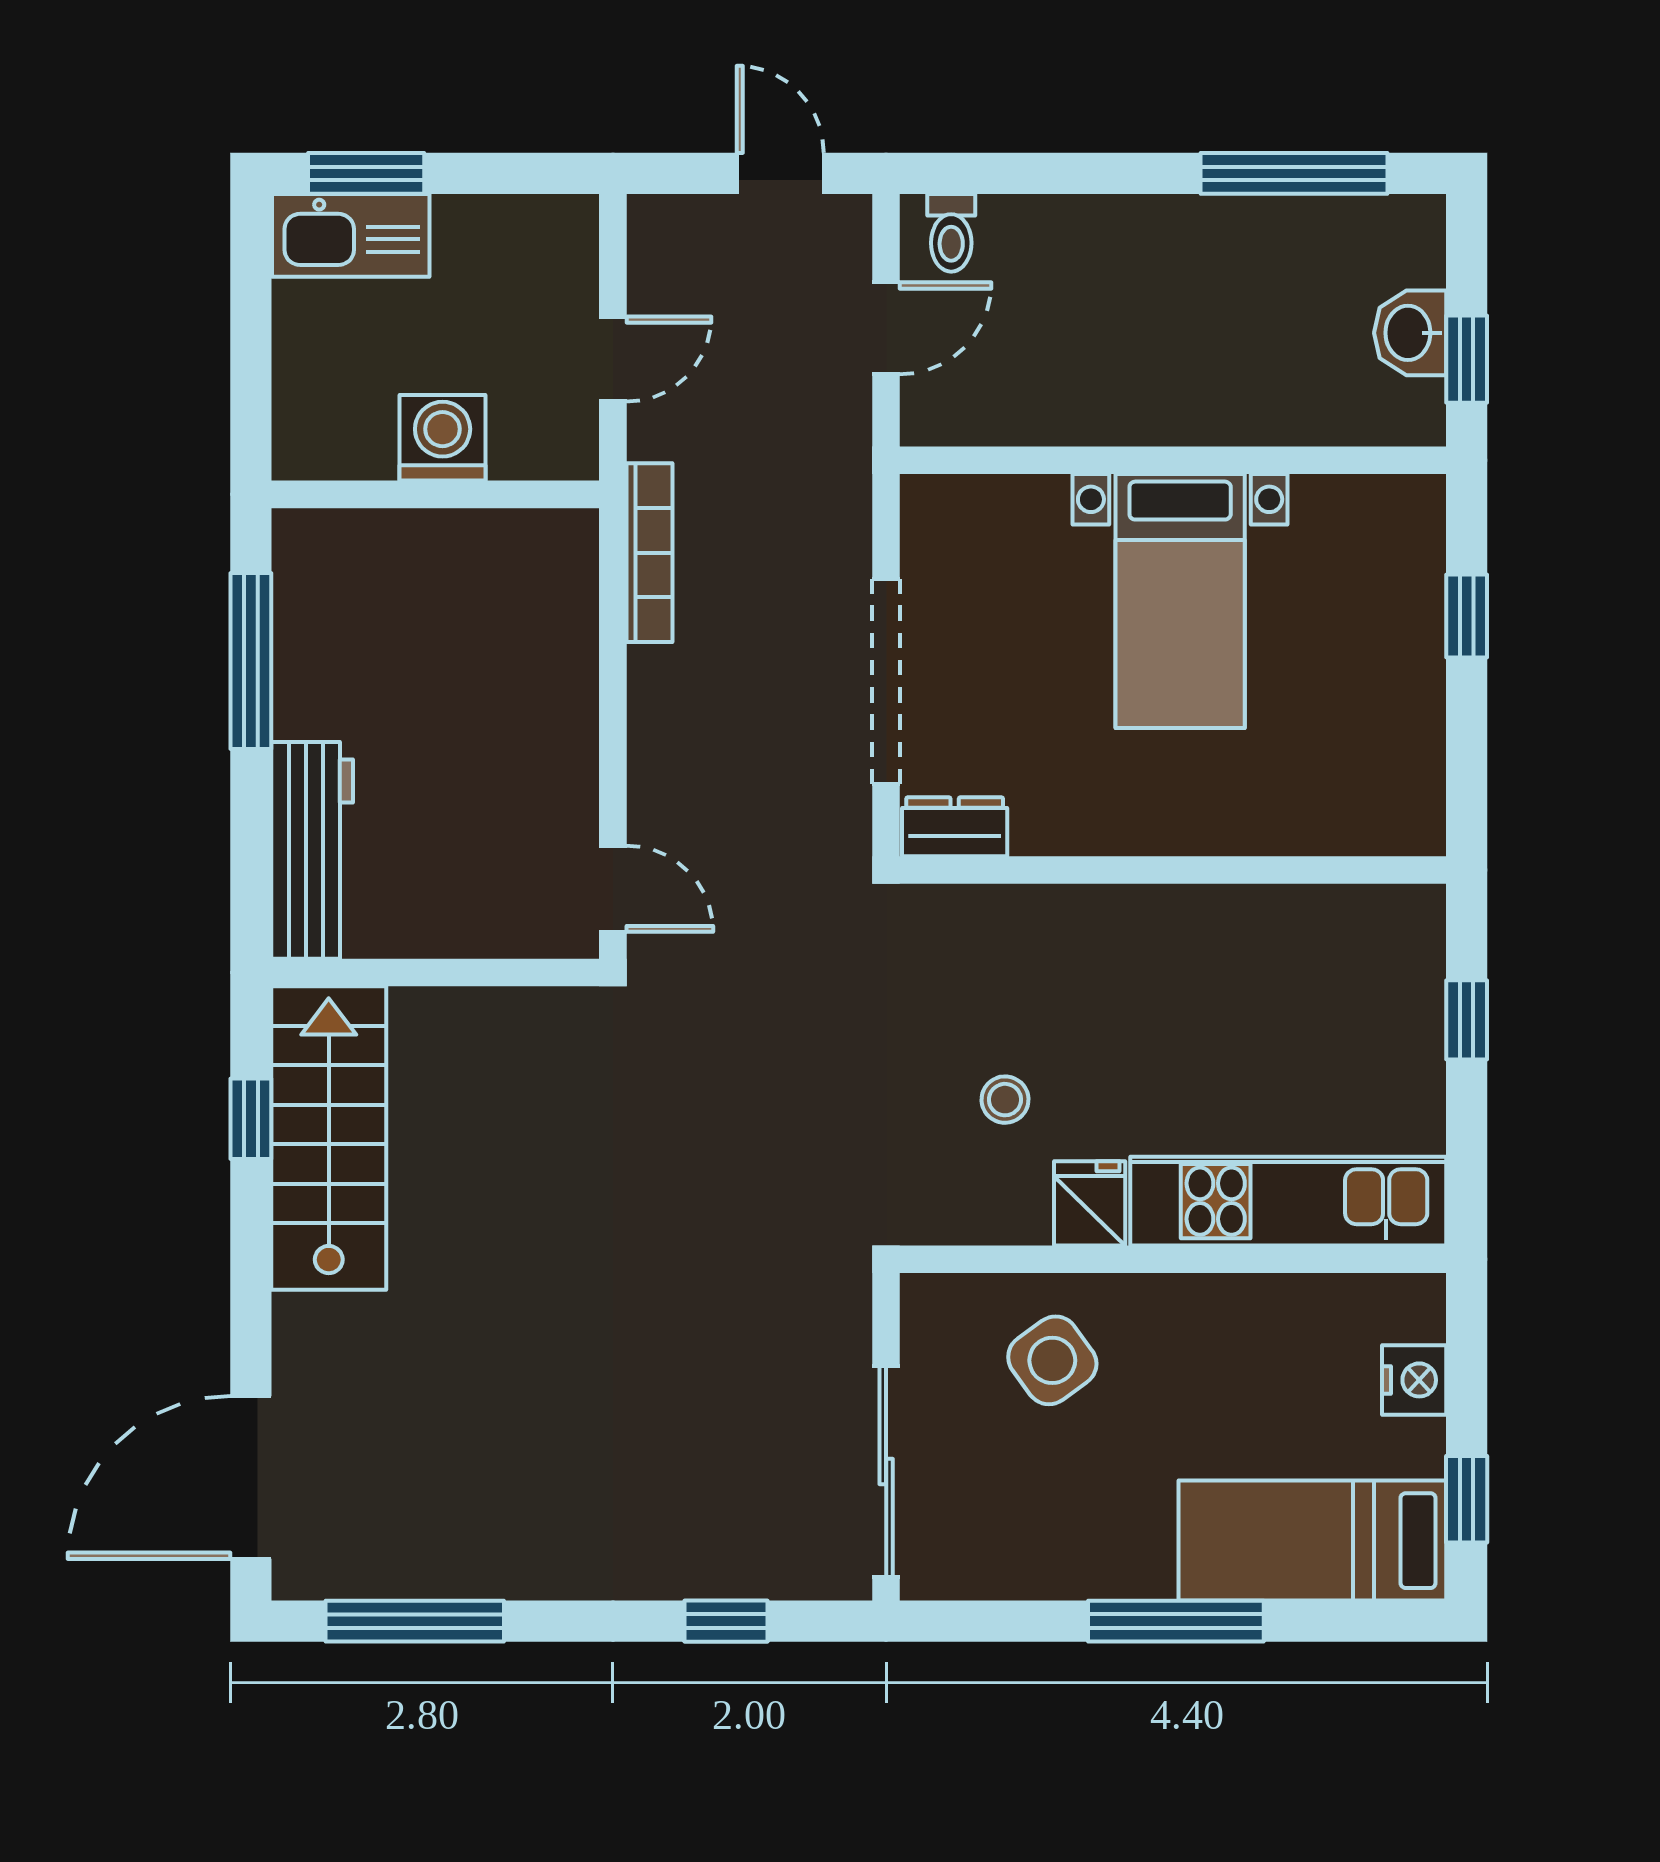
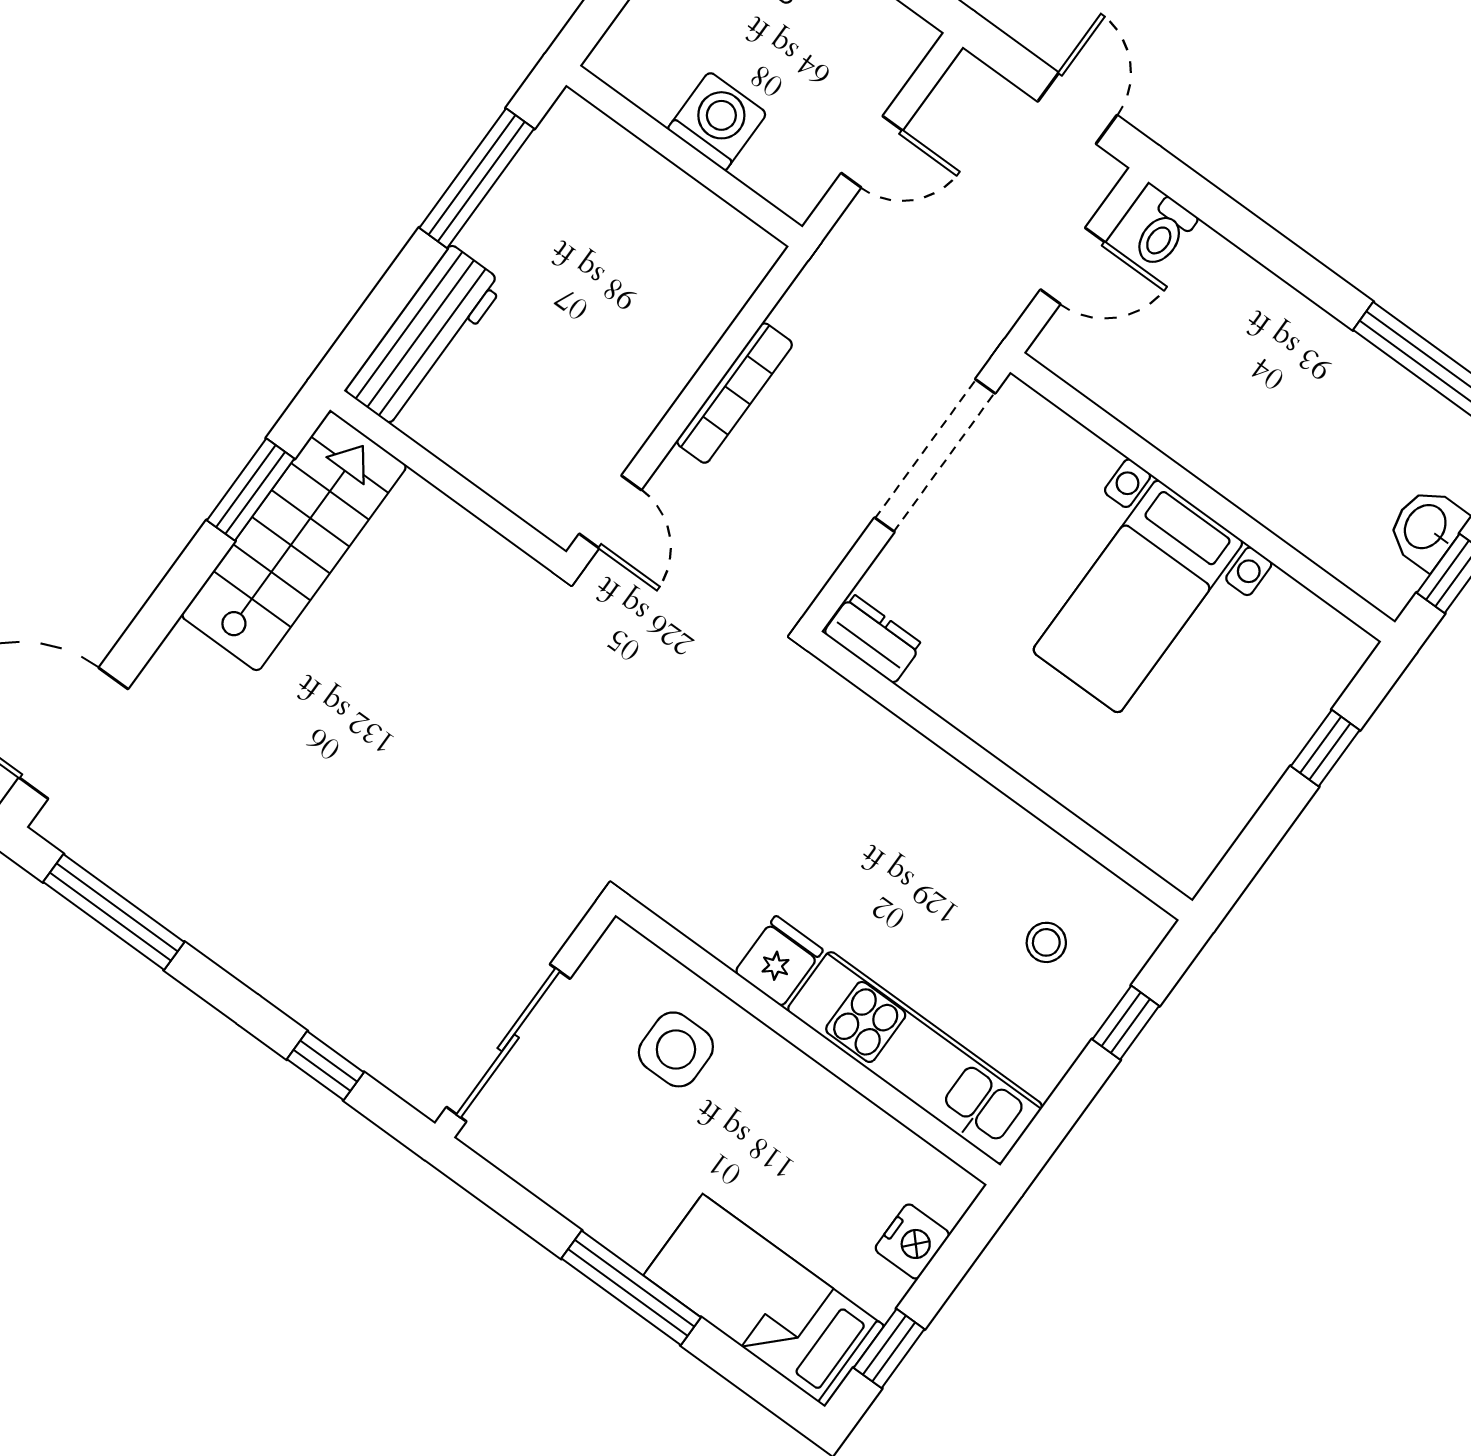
bookcase: (649, 553) -> (735, 393), moved
doorway: (886, 682) -> (935, 456), moved
stool: (1005, 1100) -> (1046, 942), moved
window: (251, 1119) -> (251, 489), width x1.50
side table: (1052, 1360) -> (676, 1049), turned 36

